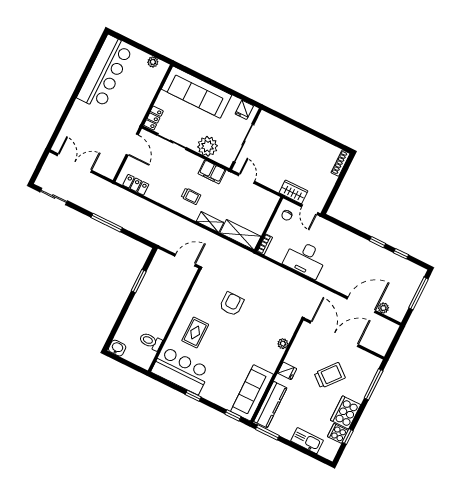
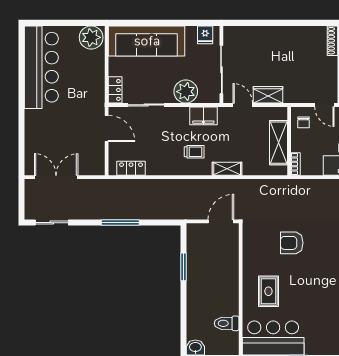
plant: (153, 62) -> (91, 37), width x1.87, depth x1.87
wardrobe: (293, 192) -> (268, 95), moved
shelving: (240, 235) -> (279, 143), moved, turned 90
armchair: (232, 304) -> (292, 243), turned -90

